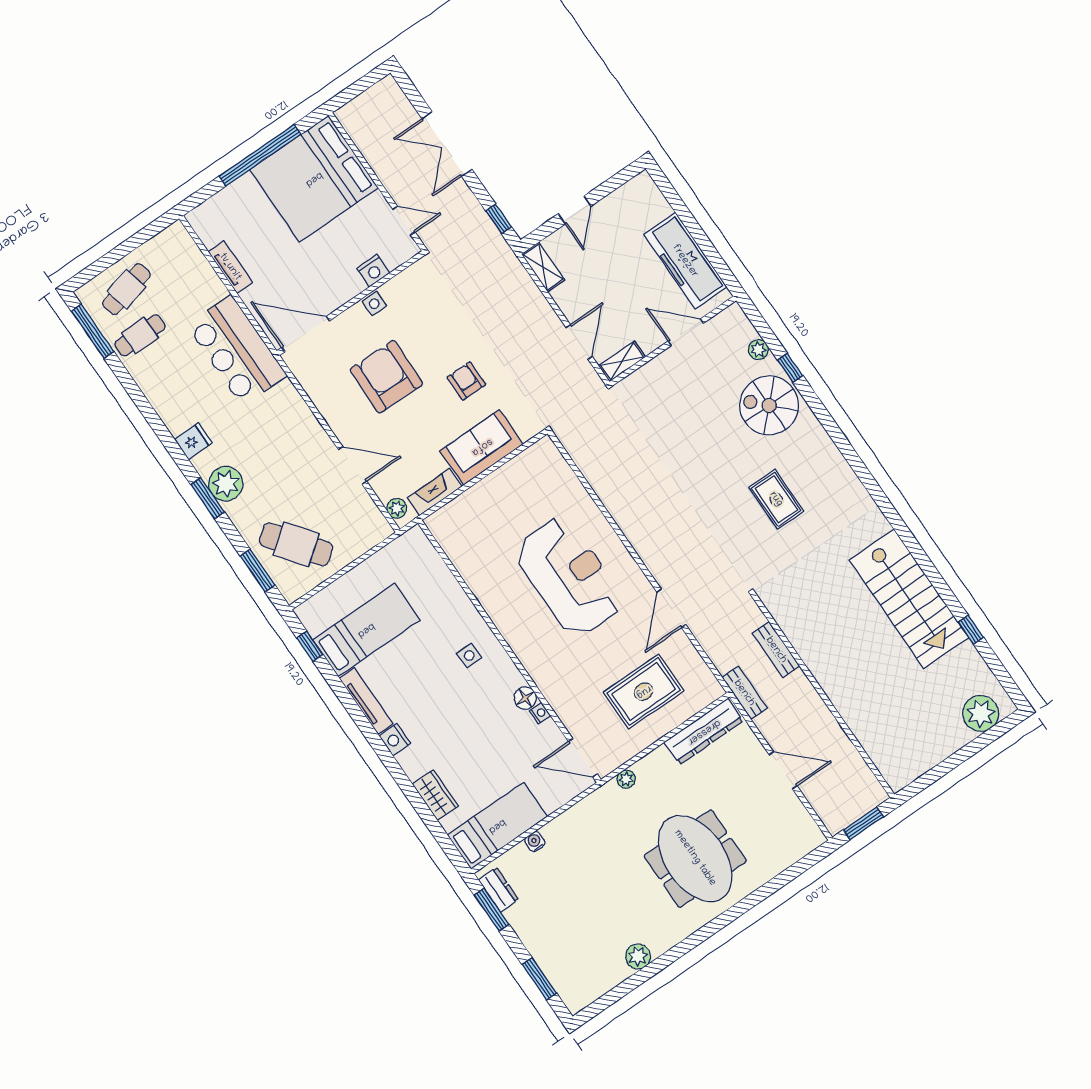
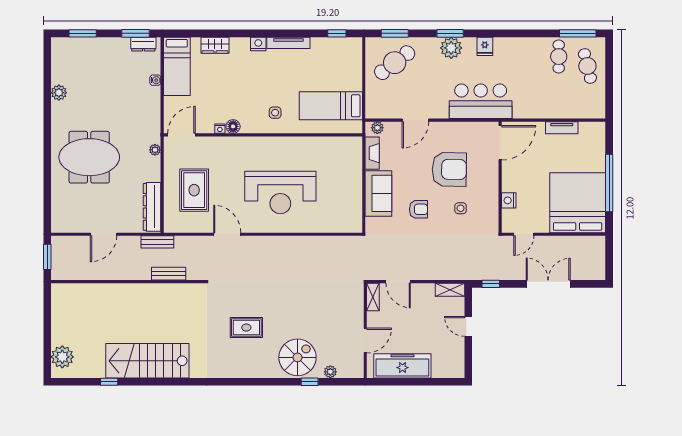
side table: (374, 304) -> (461, 208), moved
bar counter: (237, 350) -> (481, 101), moved
bed: (366, 630) -> (331, 106), moved, turned 90

